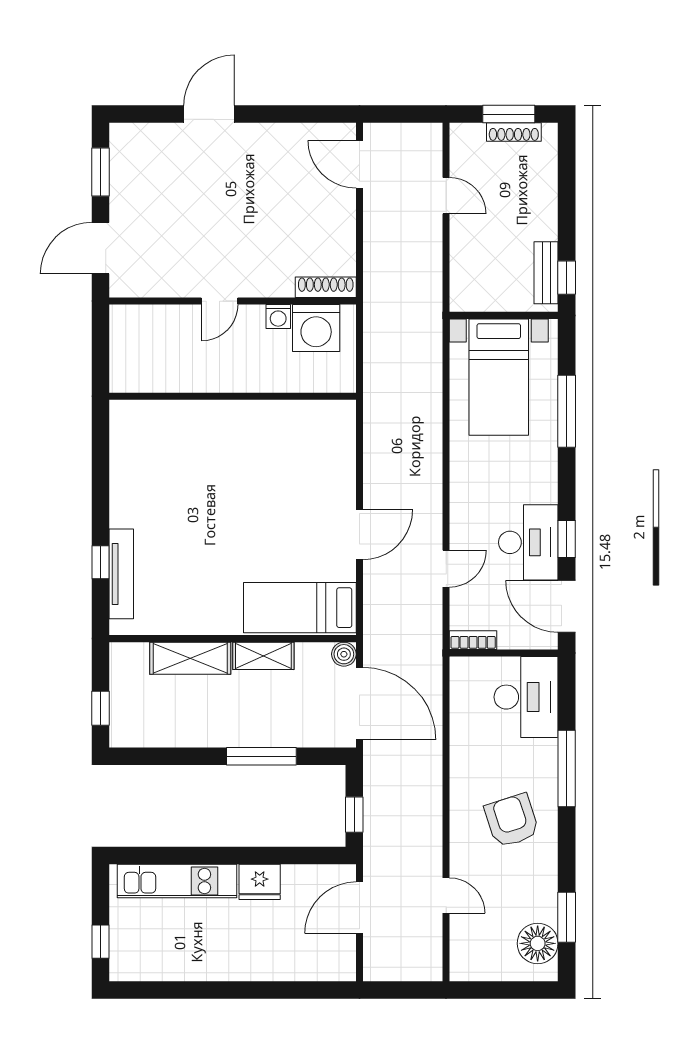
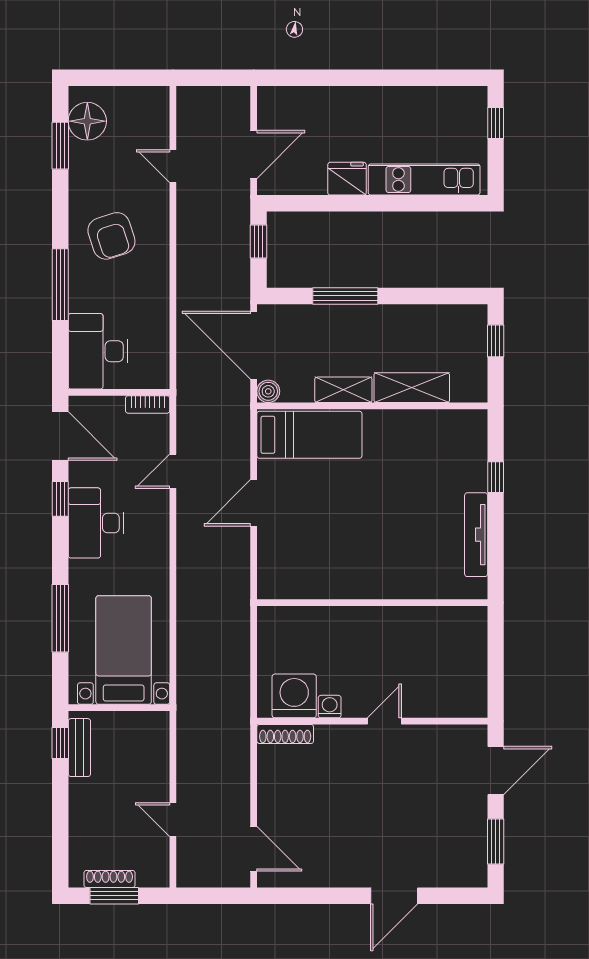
wall: (233, 396) -> (372, 603), moved
desk: (528, 542) -> (96, 523), moved
tv unit: (121, 574) -> (476, 535), moved

